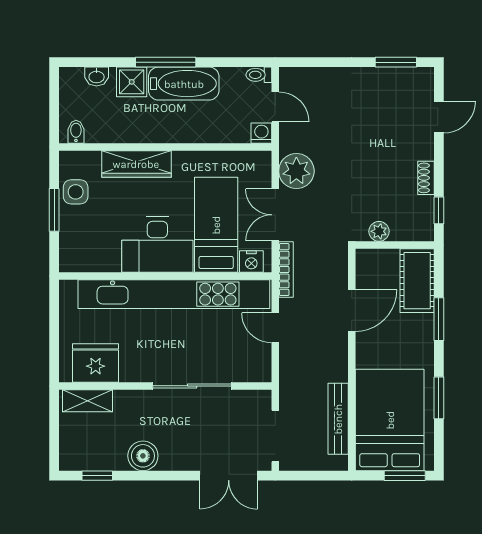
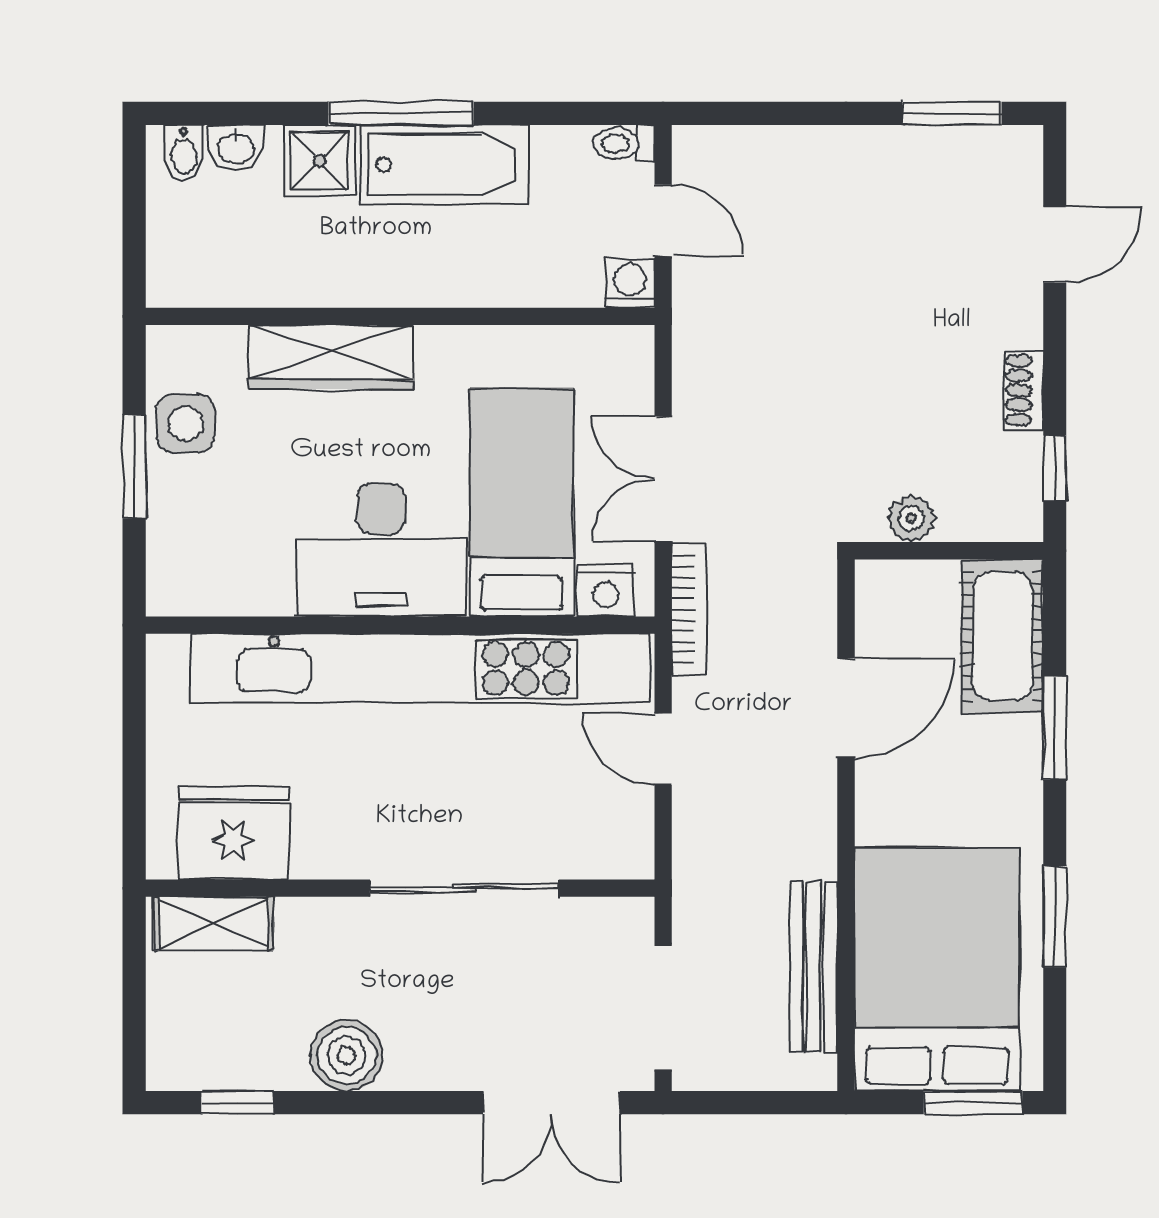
bidet: (76, 132) -> (184, 153), moved, turned 180
plant: (296, 171) -> (714, 374), removed

